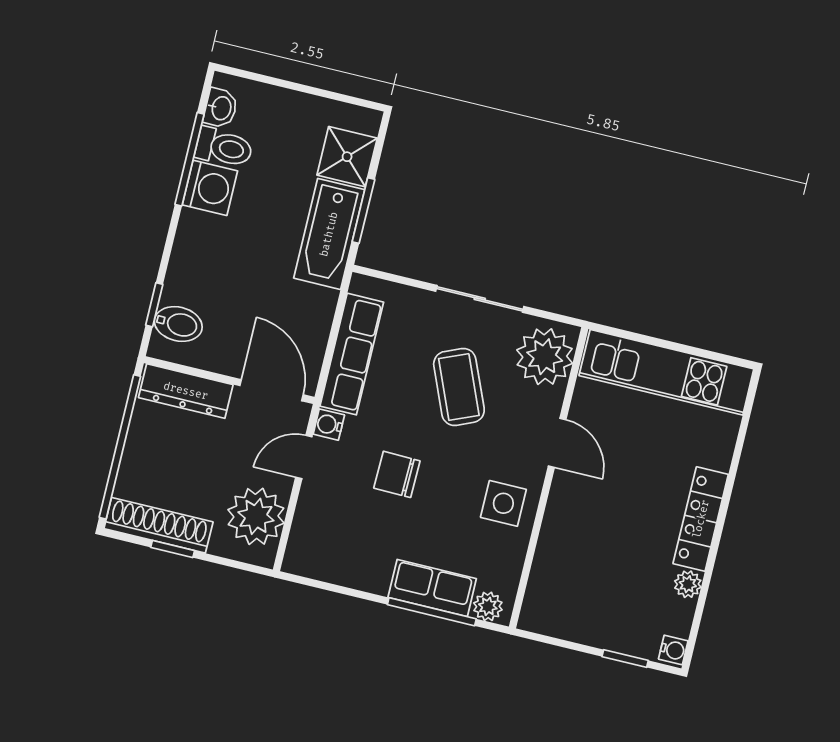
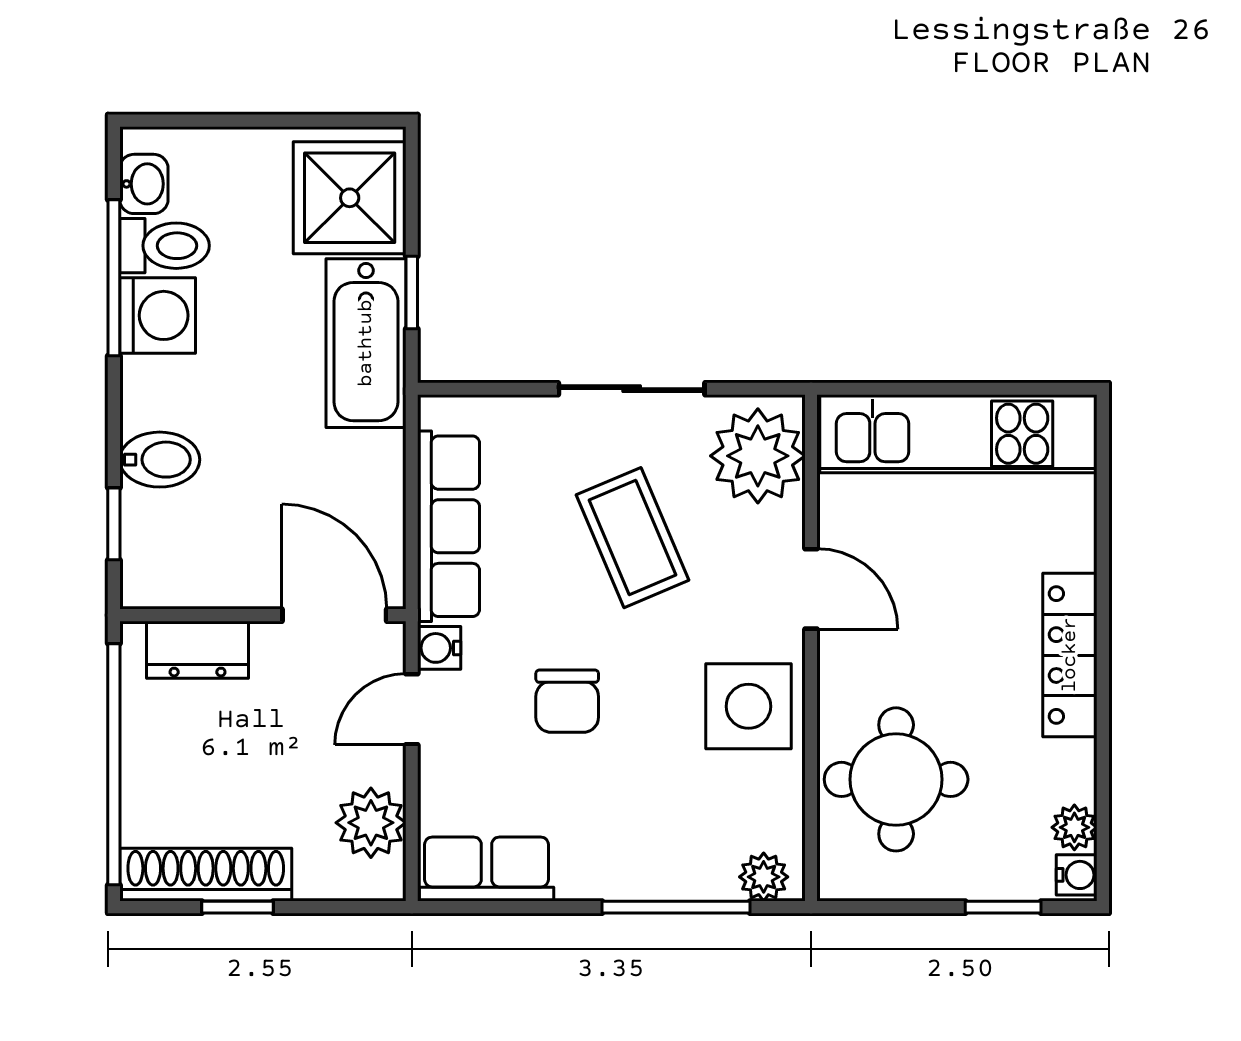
shower: (347, 157) -> (350, 198), width x1.36, depth x1.36
window: (363, 211) -> (412, 292), width x0.67
bidet: (178, 324) -> (160, 460), moved
dresser: (186, 391) -> (198, 650), width x0.70
chair: (397, 474) -> (567, 701), turned -91
side table: (503, 503) -> (748, 706), width x1.37, depth x1.37
plant: (256, 516) -> (371, 823), width x0.73, depth x0.73
round table: (580, 568) -> (896, 779), added
plant: (688, 584) -> (1074, 827), moved
row of seats: (432, 588) -> (487, 869), moved

